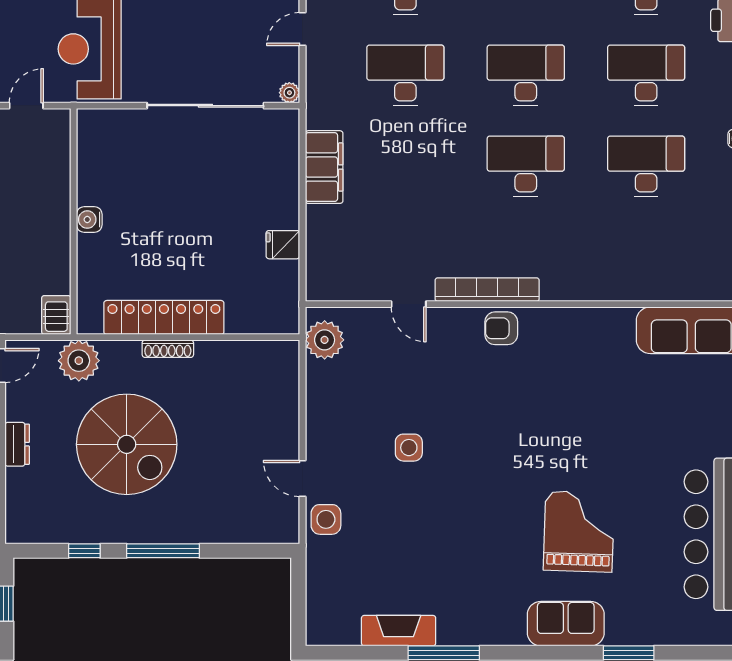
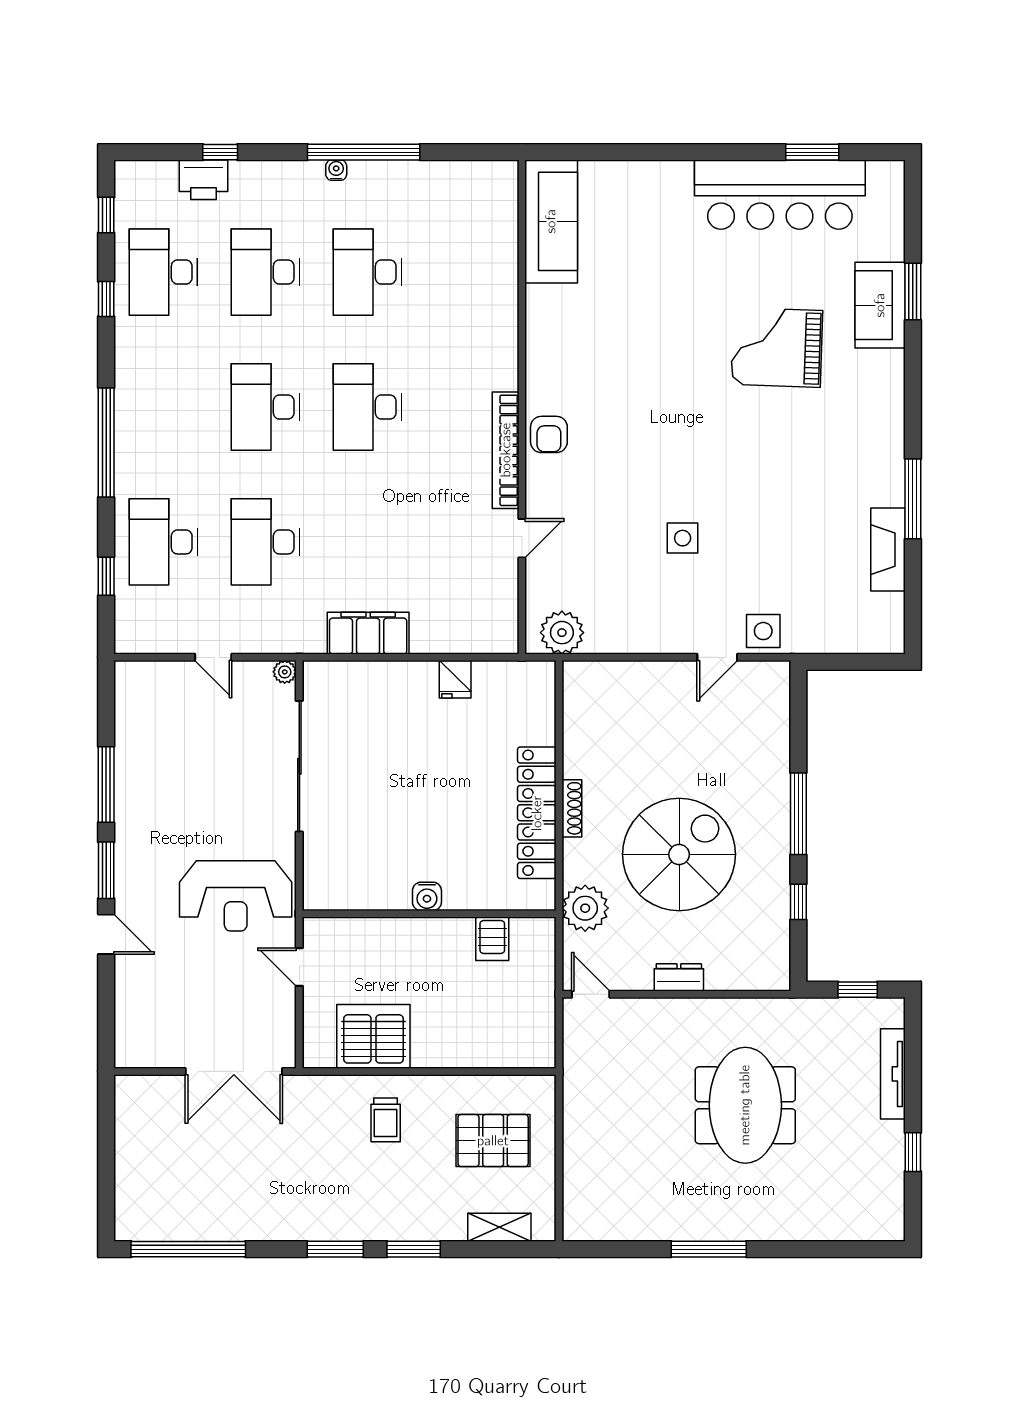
server rack: (56, 315) -> (492, 939), moved, turned -90
sofa: (566, 624) -> (880, 305), moved

